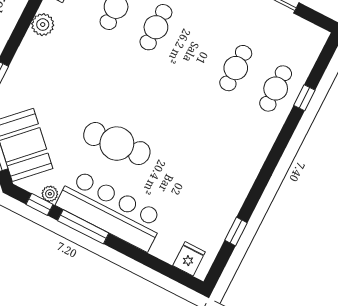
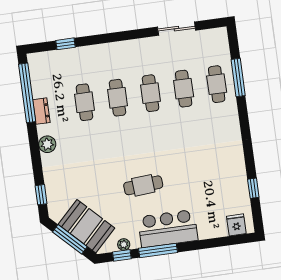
cafe table: (196, 48) -> (151, 93), added
window: (304, 98) -> (238, 78), width x2.17
cafe table: (117, 144) -> (143, 185), width x0.73, depth x0.74
bar counter: (111, 210) -> (168, 229), width x0.73

